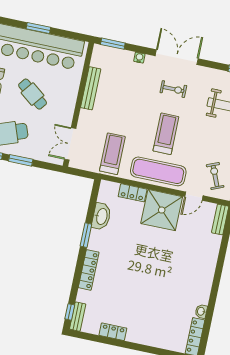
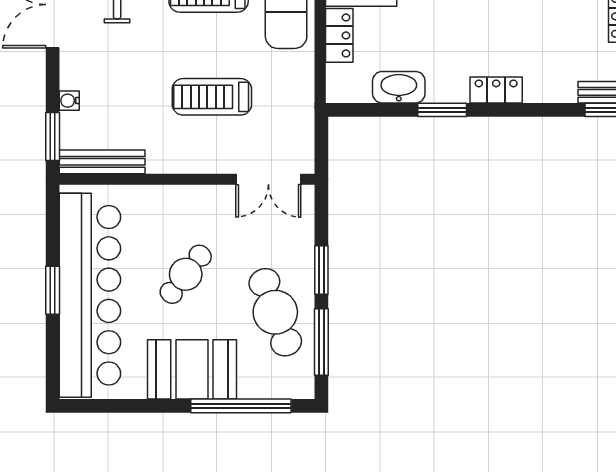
water cooler: (139, 58) -> (69, 101), moved
bench: (91, 88) -> (102, 162), moved
treadmill: (112, 154) -> (212, 97), moved
locker: (89, 270) -> (496, 90), width x0.66

